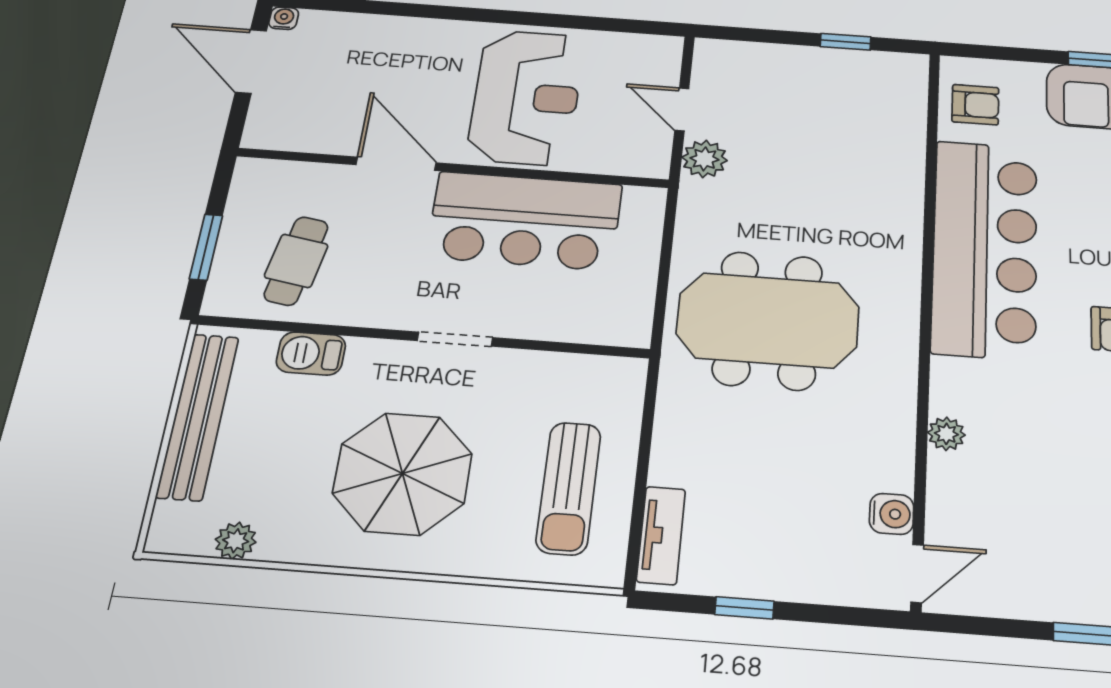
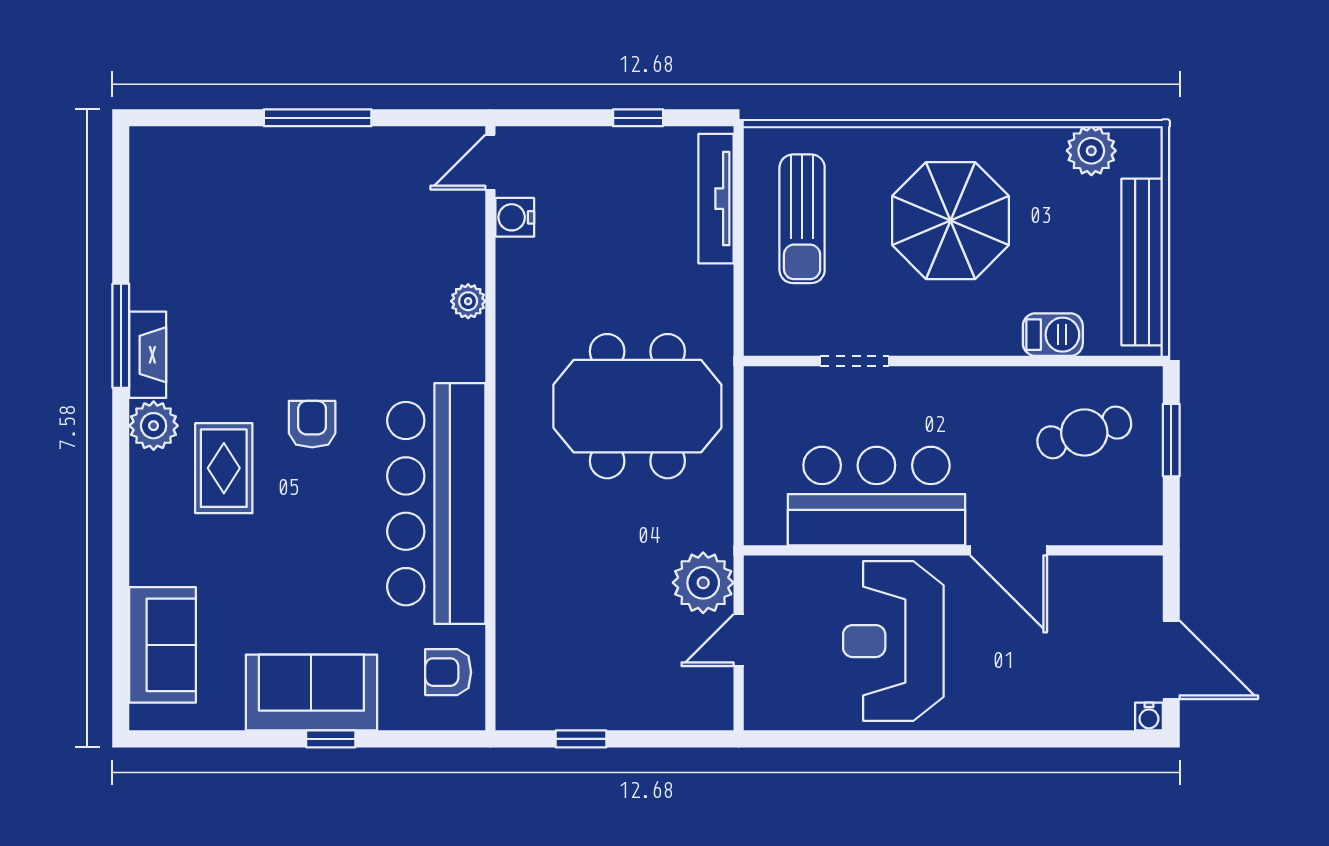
door: (682, 109) -> (739, 640), swing flipped
plant: (705, 159) -> (703, 583), width x1.36, depth x1.36
cafe table: (296, 261) -> (1084, 432), turned 63
doorway: (455, 339) -> (854, 361), moved
sun lounger: (569, 488) -> (802, 219), turned 180
tv unit: (661, 535) -> (716, 199), width x1.41
plant: (236, 541) -> (1091, 151), width x1.38, depth x1.38

